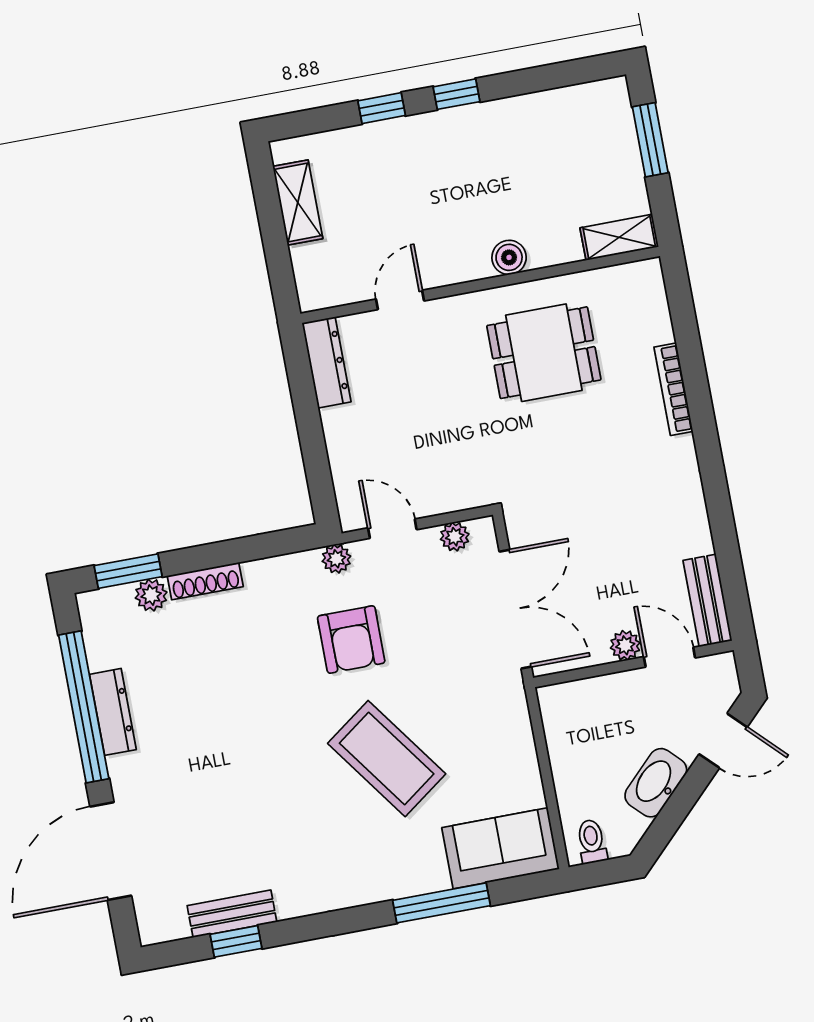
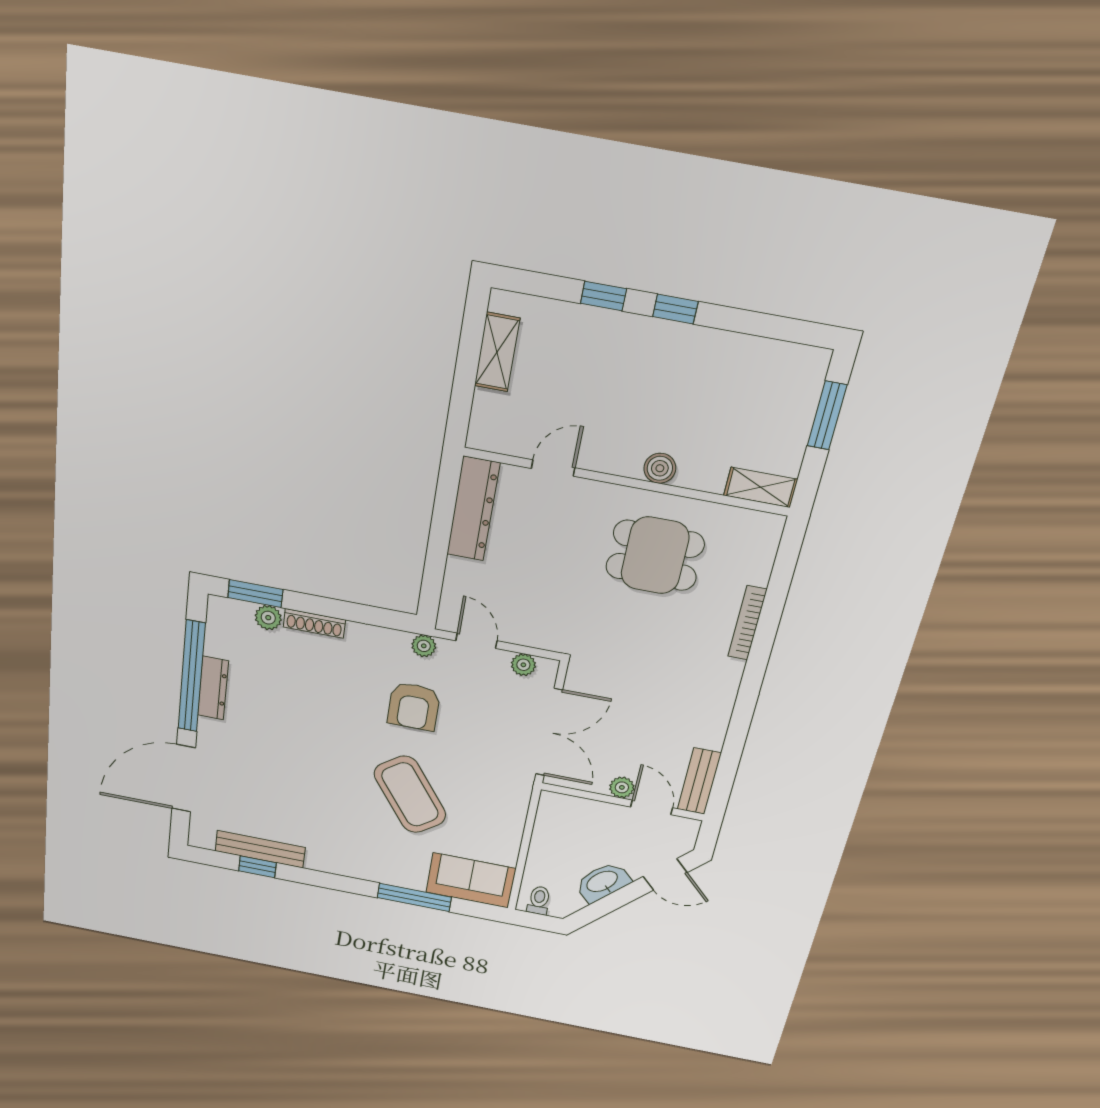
dresser: (327, 362) -> (473, 509), width x1.37, depth x1.24
bench: (232, 914) -> (260, 849), width x1.36

